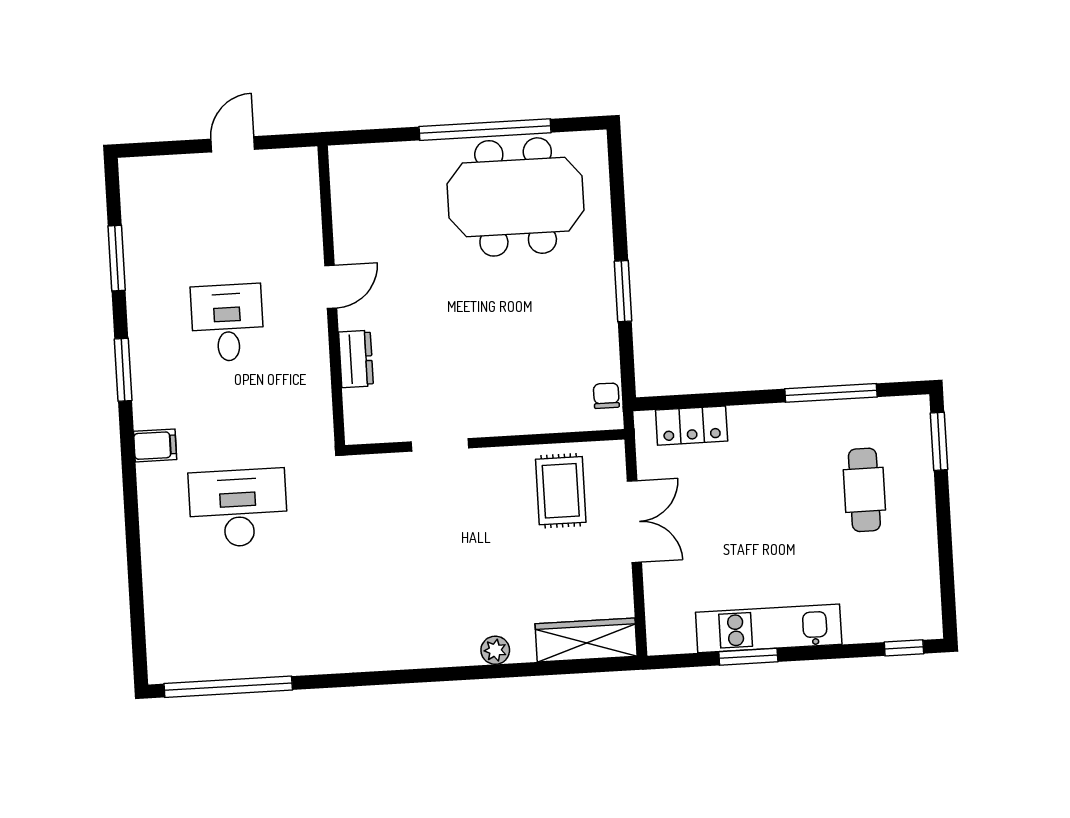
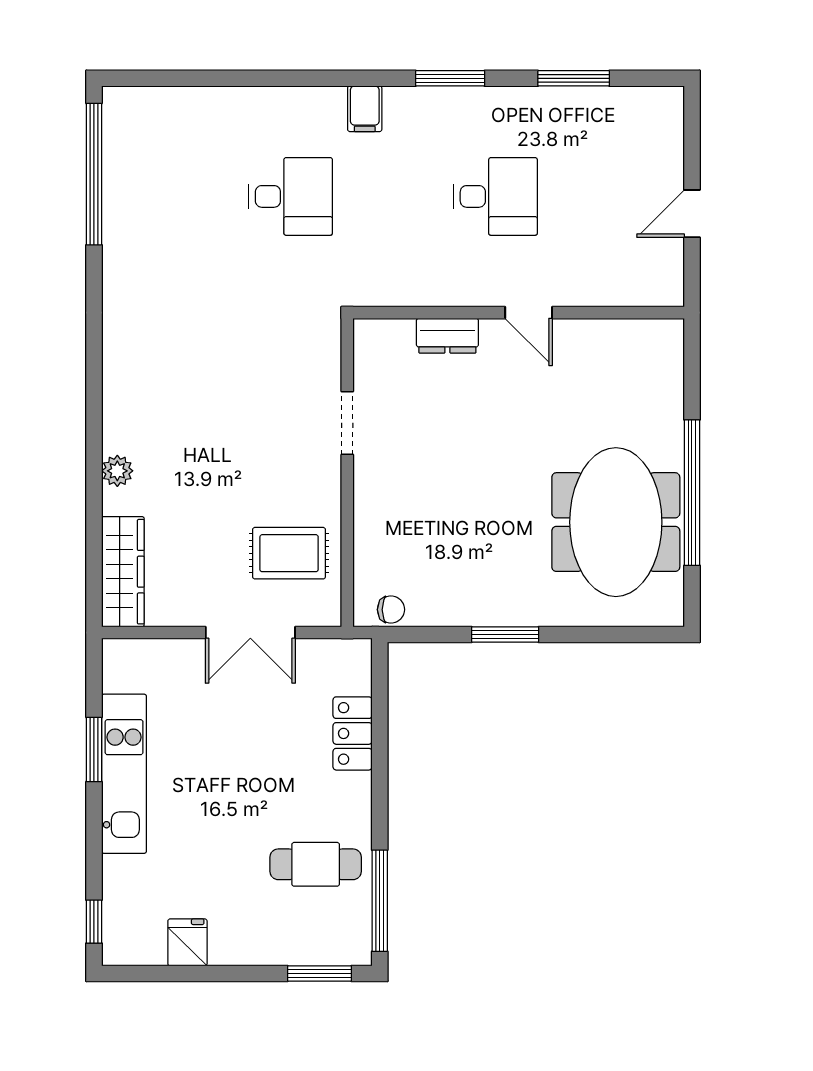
door: (233, 144) -> (692, 214), swing flipped
window: (831, 393) -> (380, 901), moved
locker: (692, 426) -> (353, 733), moved
cafe table: (864, 490) -> (316, 864), moved
desk: (238, 508) -> (291, 196), width x0.73
fridge: (918, 562) -> (187, 942), added

